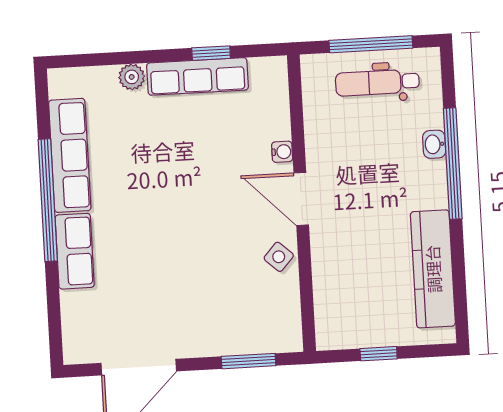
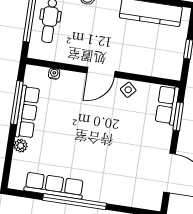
window: (211, 53) -> (17, 103), width x2.17
water cooler: (282, 152) -> (54, 74), moved
row of seats: (75, 251) -> (167, 105), moved, turned -90

